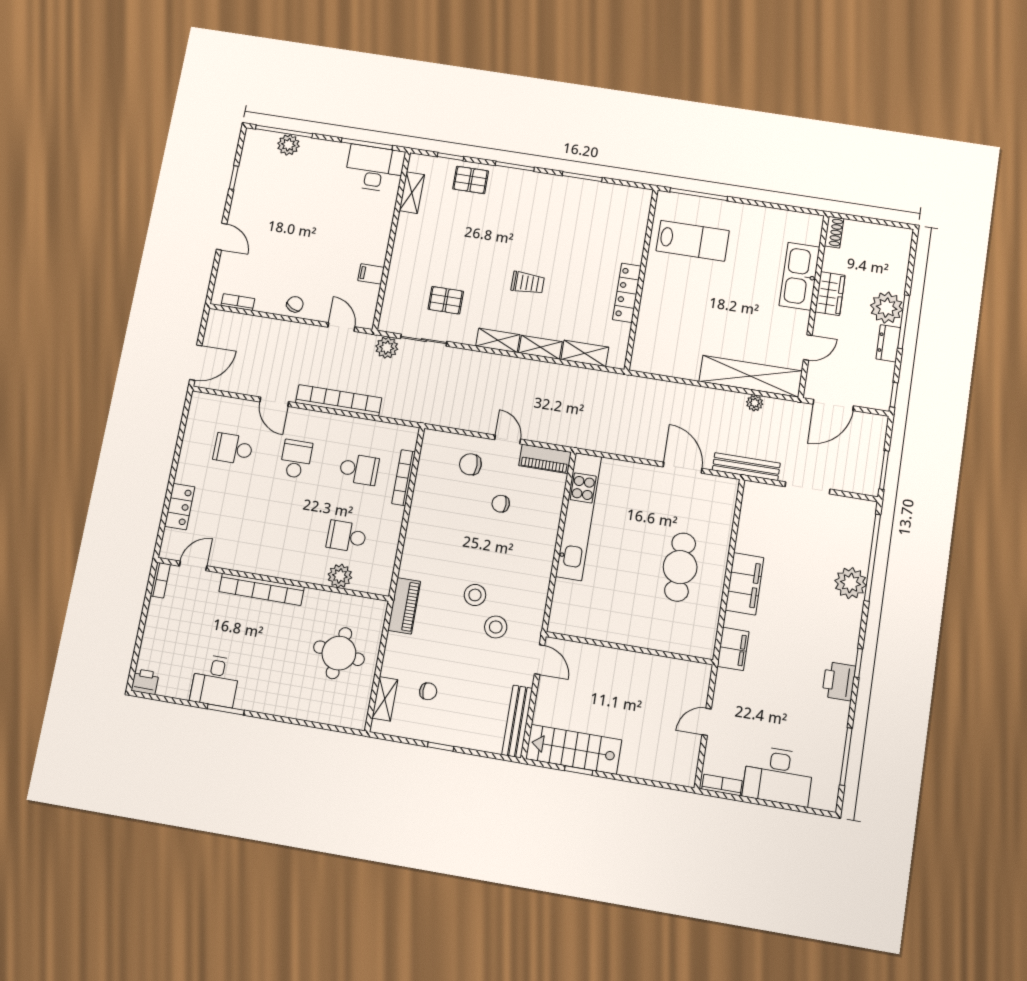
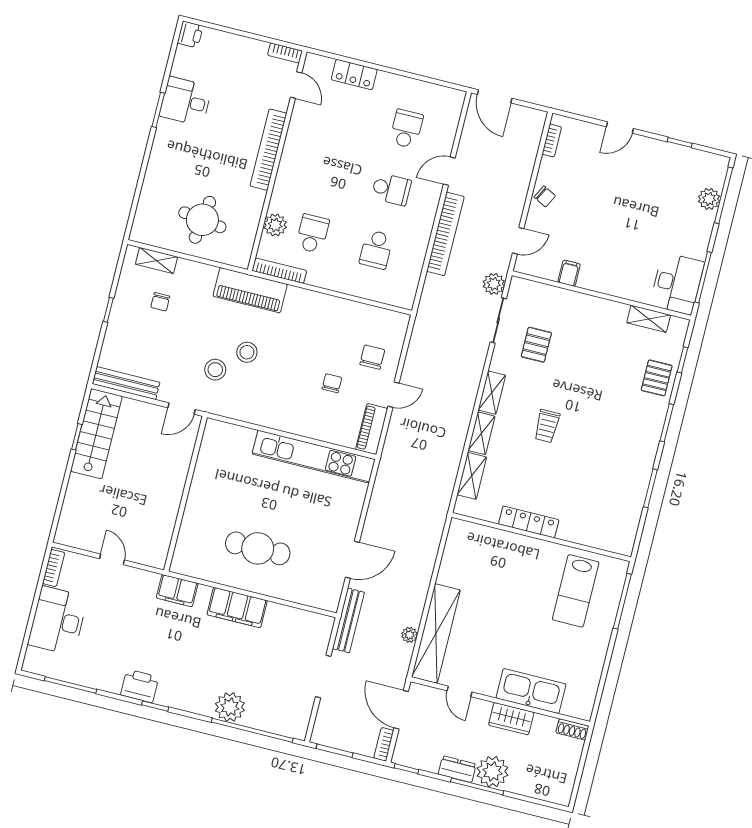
bookcase: (871, 420) -> (384, 744), added
bookcase: (404, 478) -> (279, 271), moved
piano: (404, 606) -> (250, 290), width x1.37, depth x1.33

